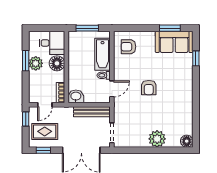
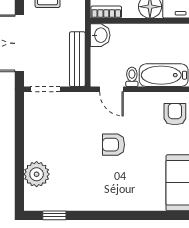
window: (196, 58) -> (54, 215), moved
plant: (157, 139) -> (37, 174), moved
floor lamp: (187, 141) -> (33, 202), removed

